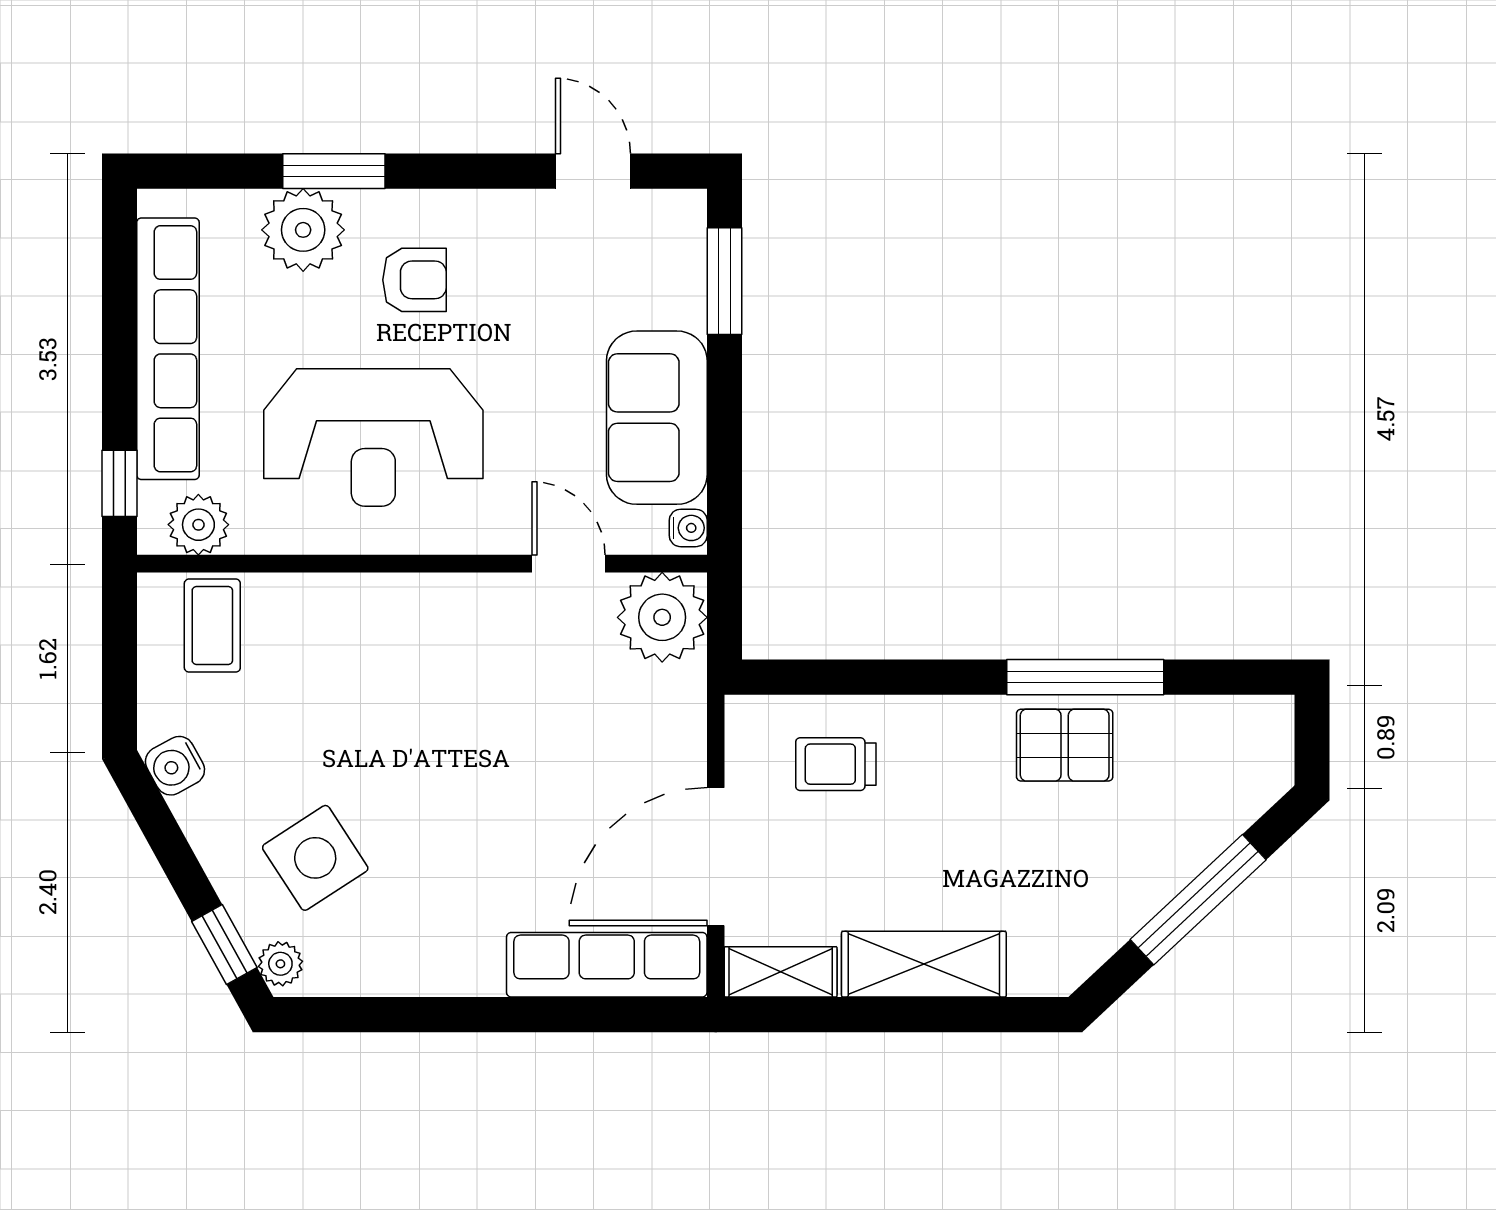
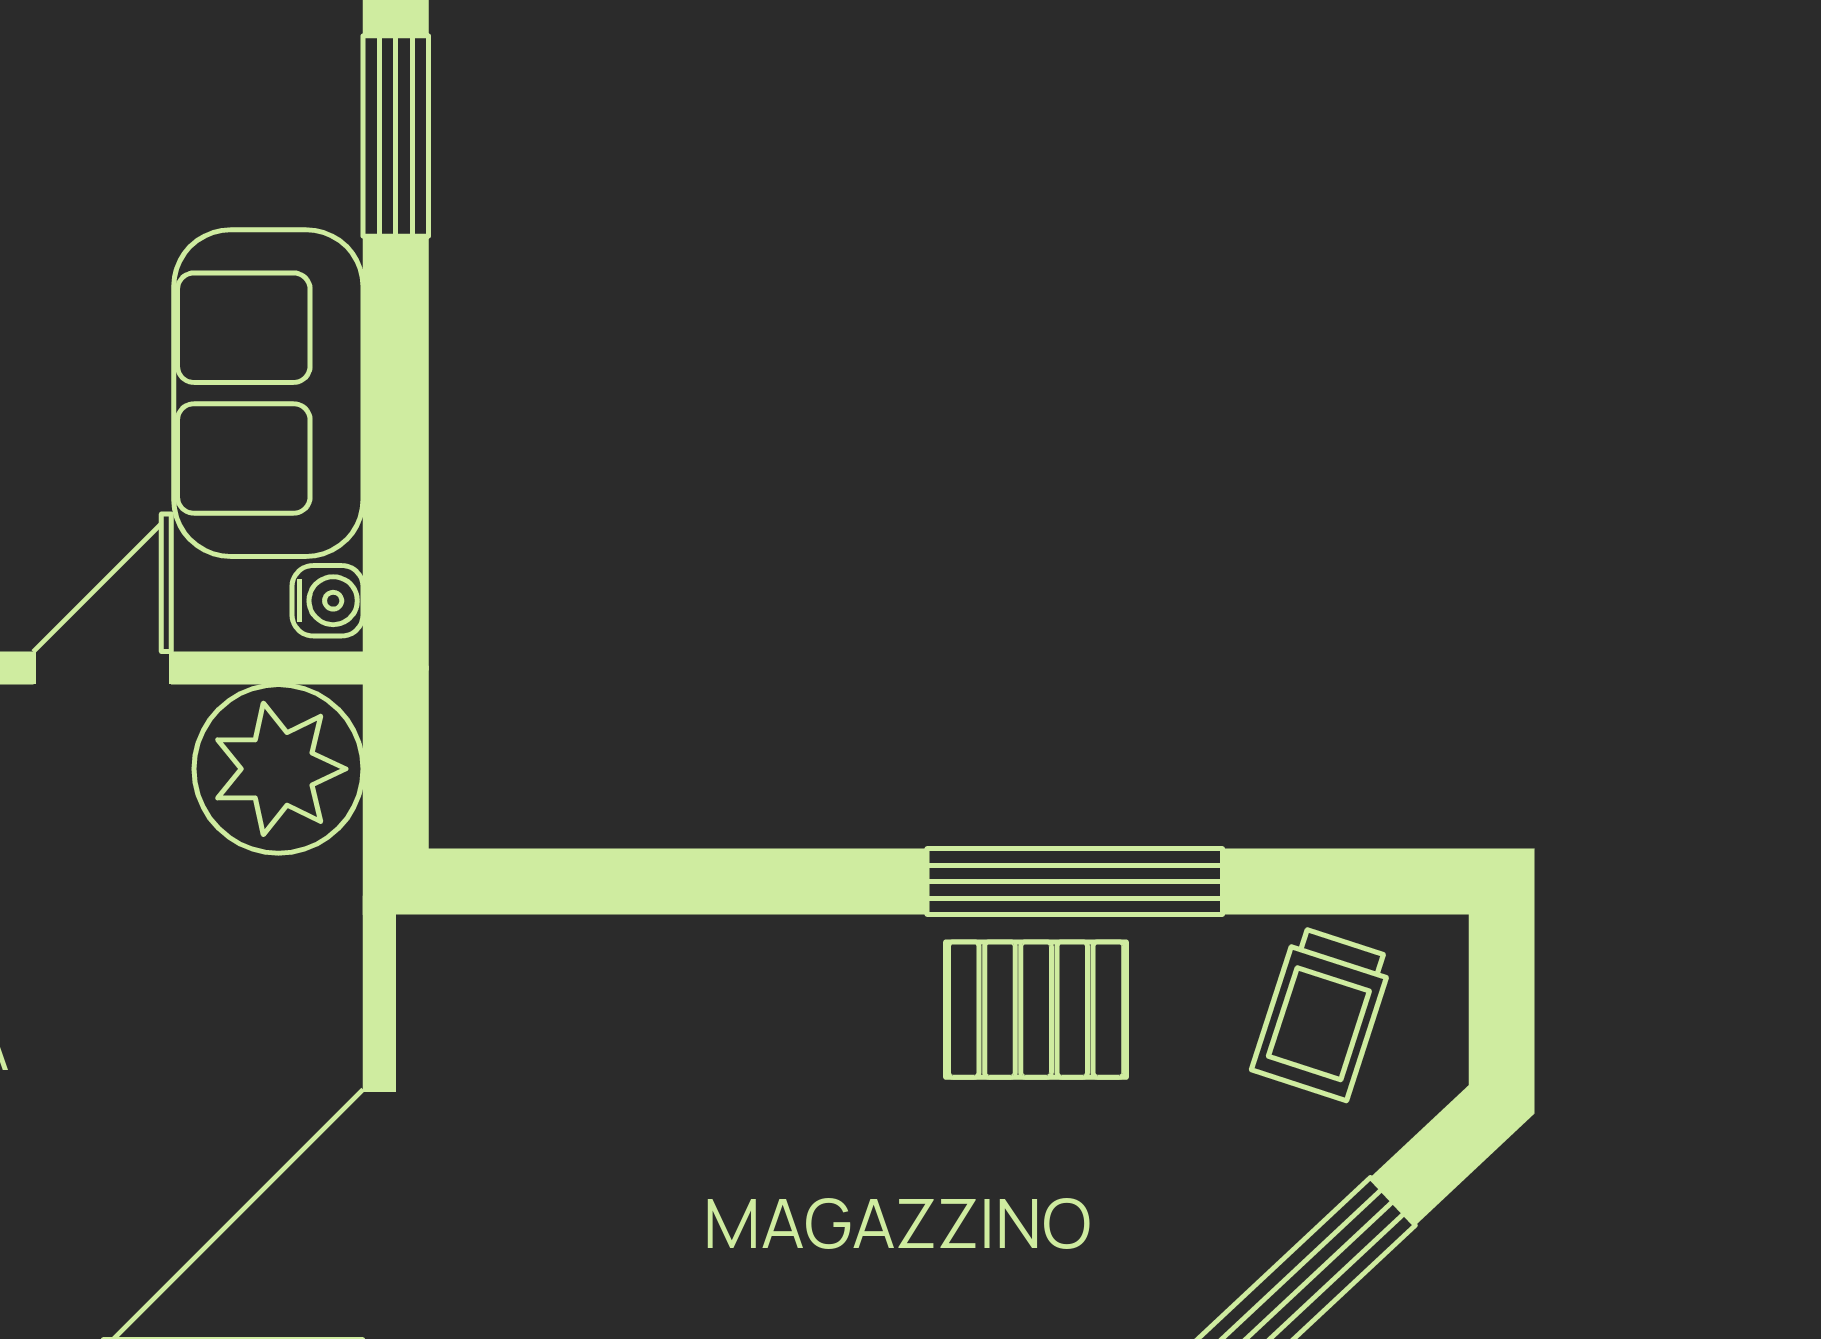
door: (569, 564) -> (102, 668), hinge flipped
trolley: (836, 764) -> (1322, 1014), moved, turned -72

